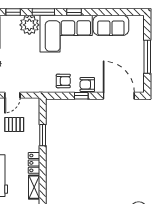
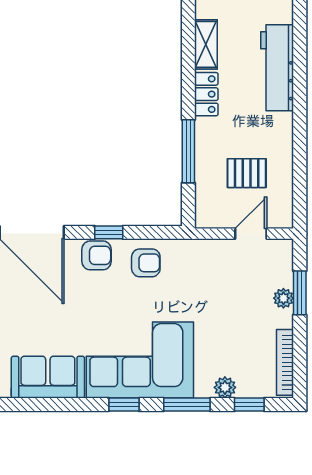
plant: (29, 25) -> (225, 387), width x0.53, depth x0.53
armchair: (63, 81) -> (146, 263), turned 180
window: (43, 135) -> (188, 151), width x1.44

